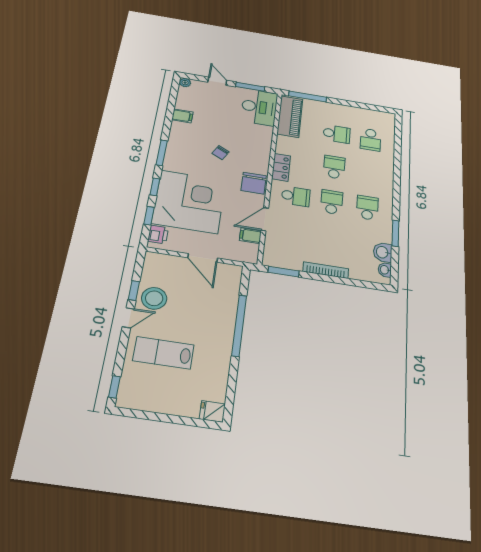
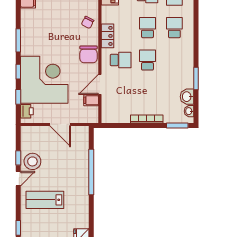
chair: (221, 153) -> (88, 22), moved
school desk: (367, 208) -> (174, 28), moved
window: (284, 272) -> (177, 125), moved

